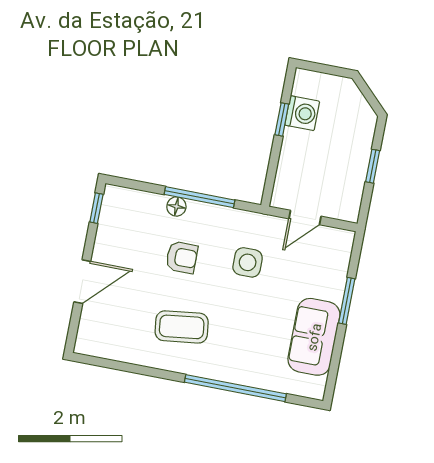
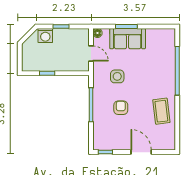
washing machine: (302, 113) -> (45, 36), moved, turned 180
floor lamp: (176, 206) -> (97, 33), moved
coffee table: (182, 327) -> (161, 111), moved
sofa: (314, 337) -> (128, 39), moved

